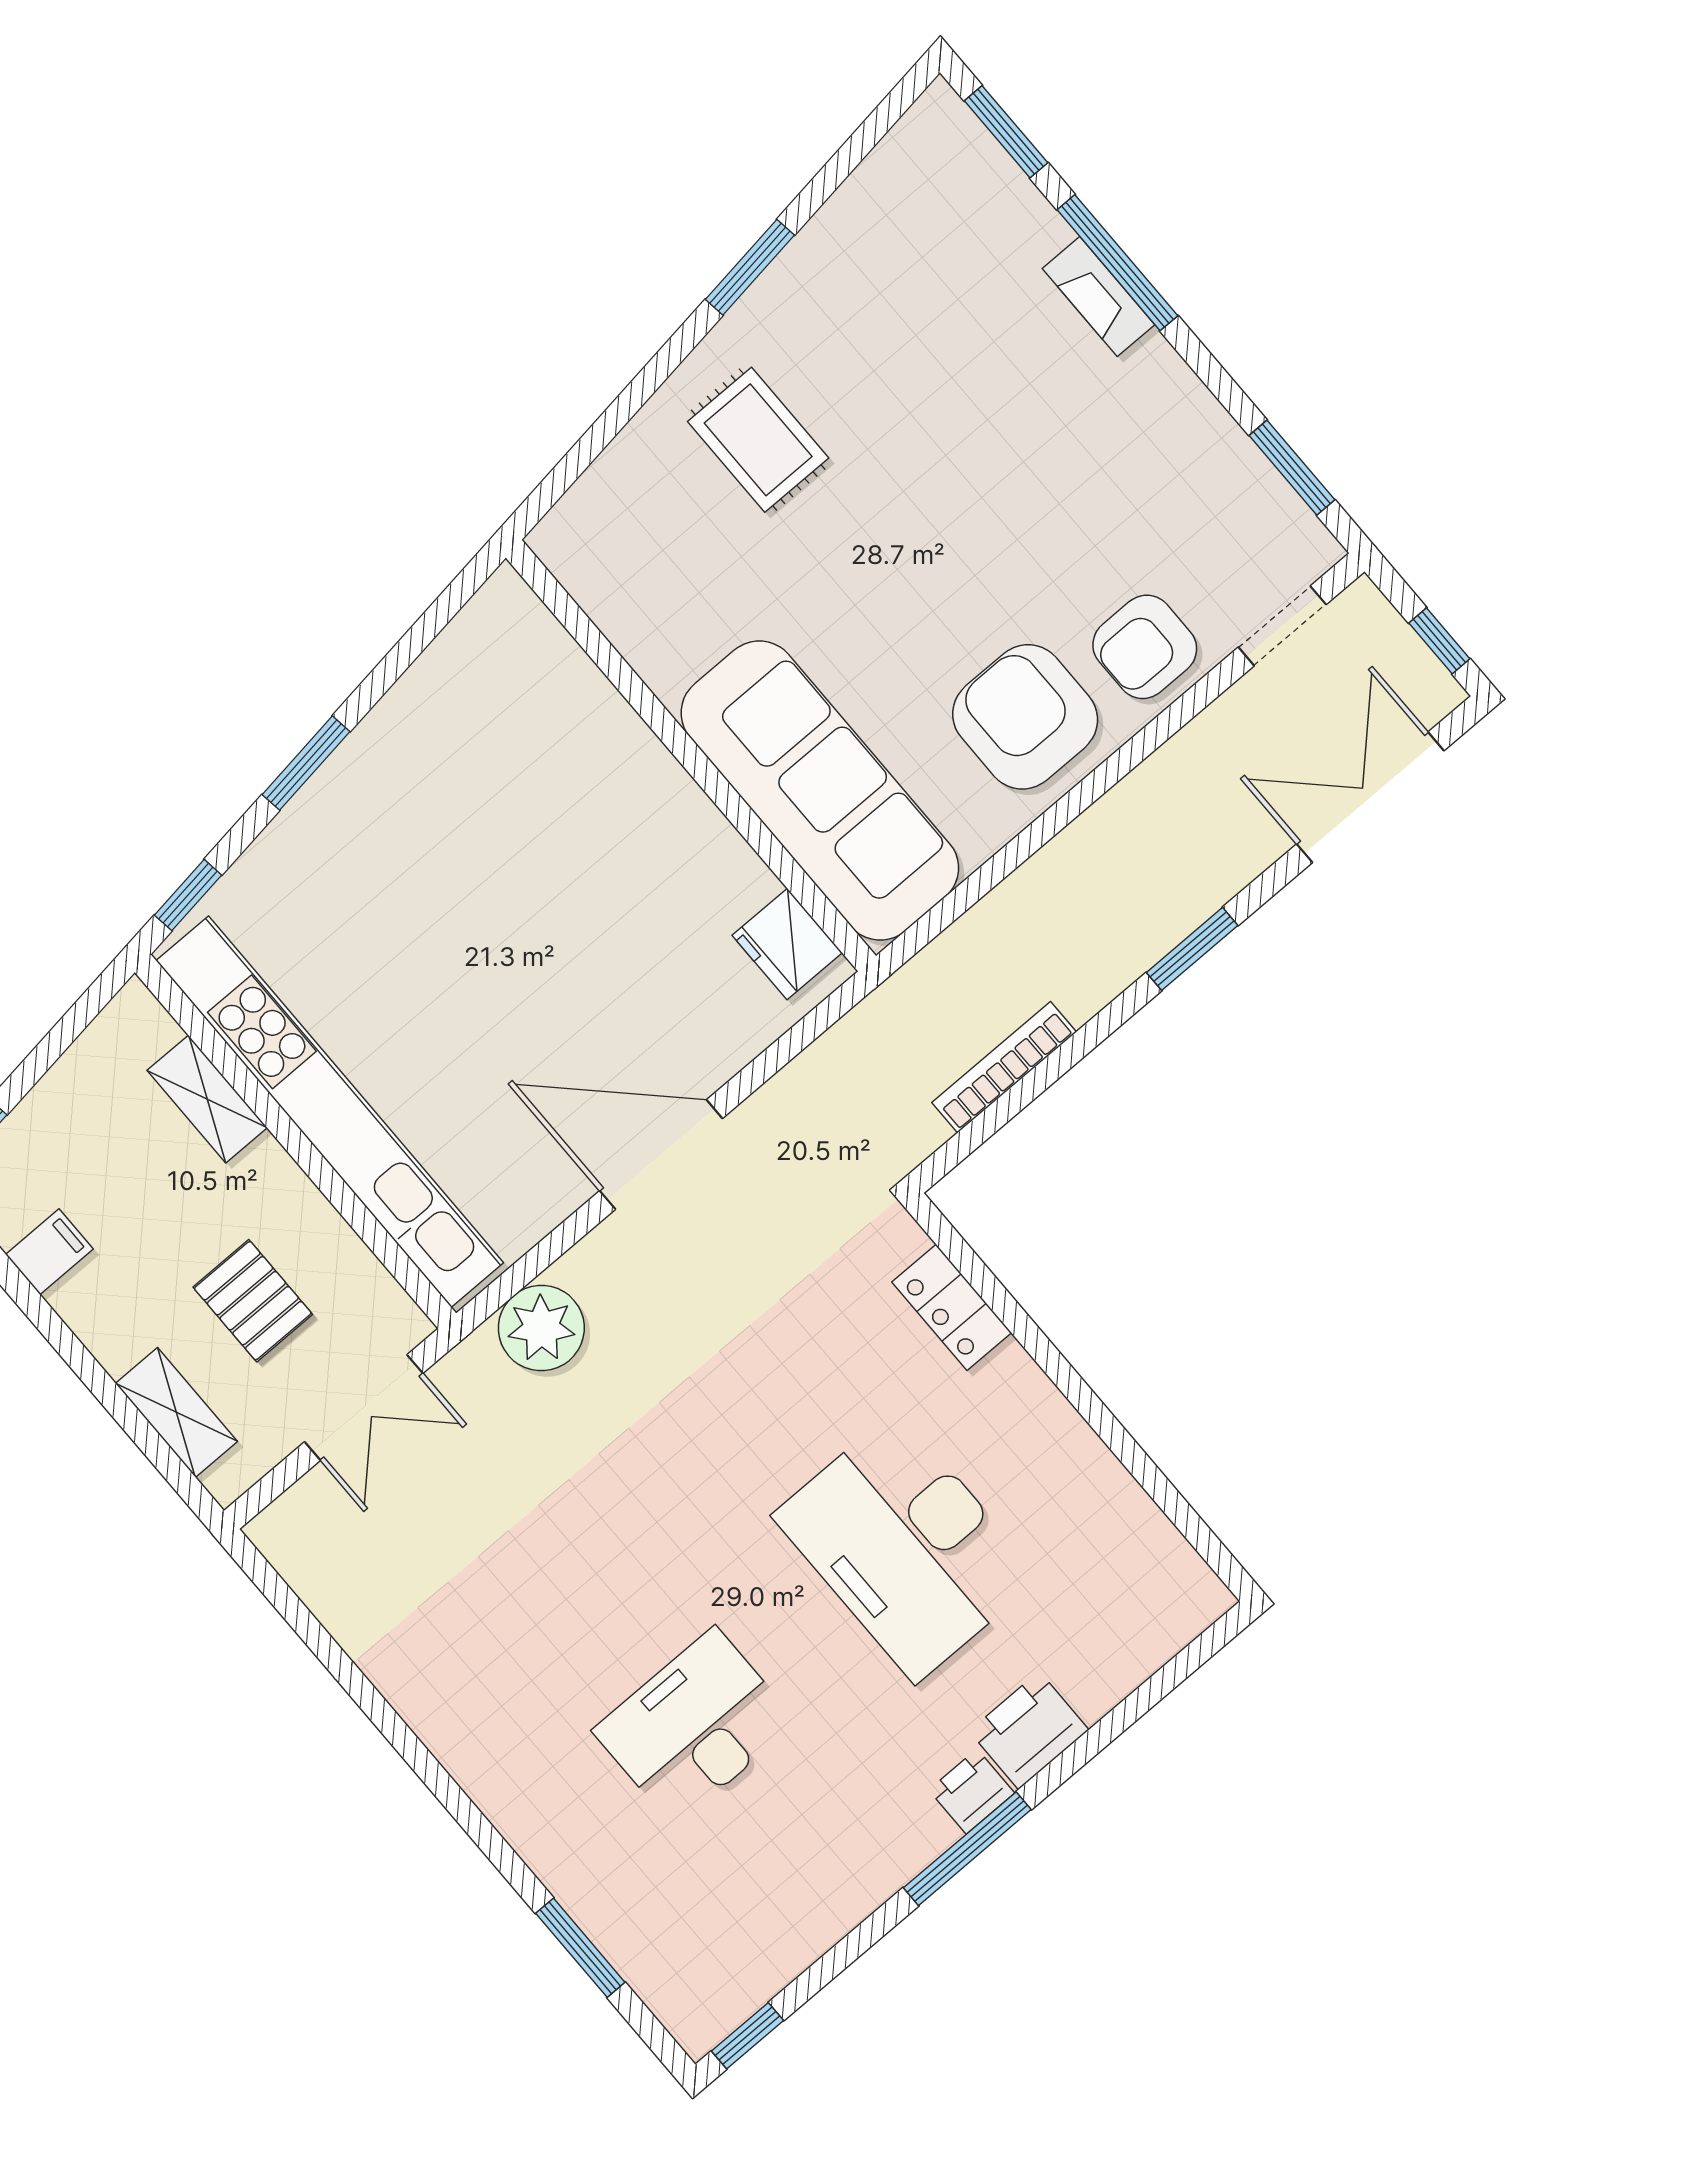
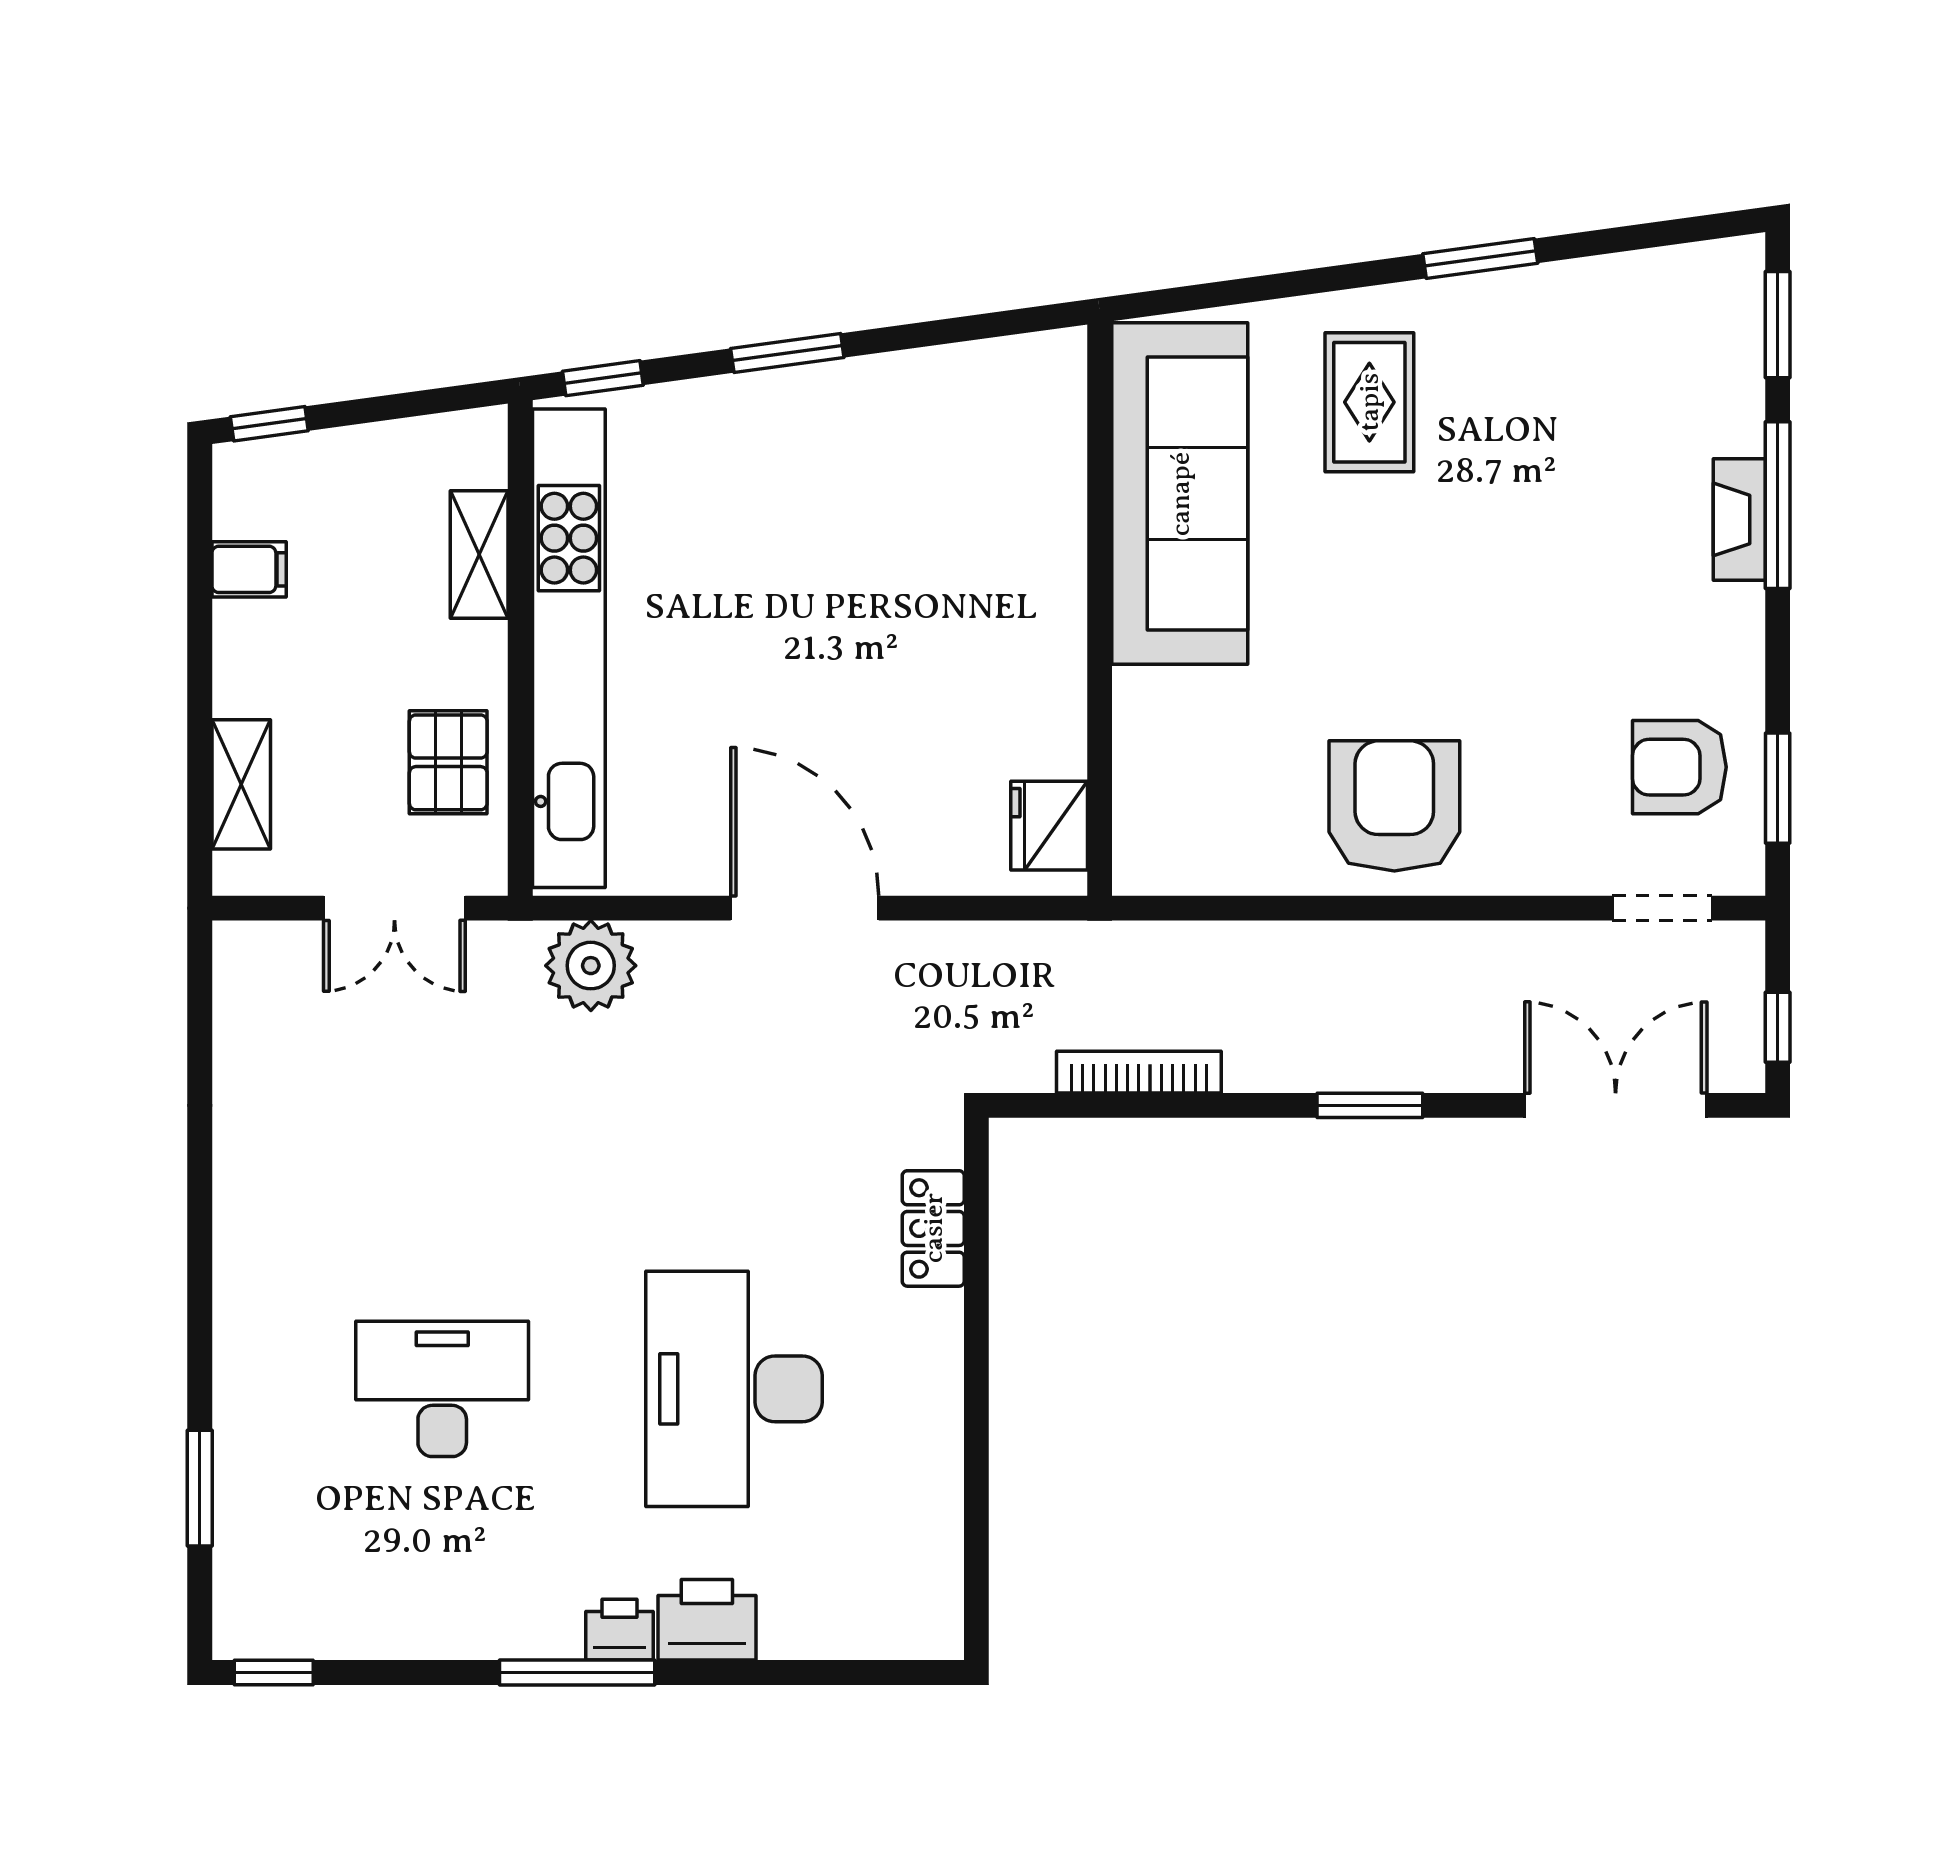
armchair: (1145, 647) -> (1679, 767), moved
sofa: (820, 791) -> (1180, 494), moved
pallet: (253, 1301) -> (448, 762), moved

